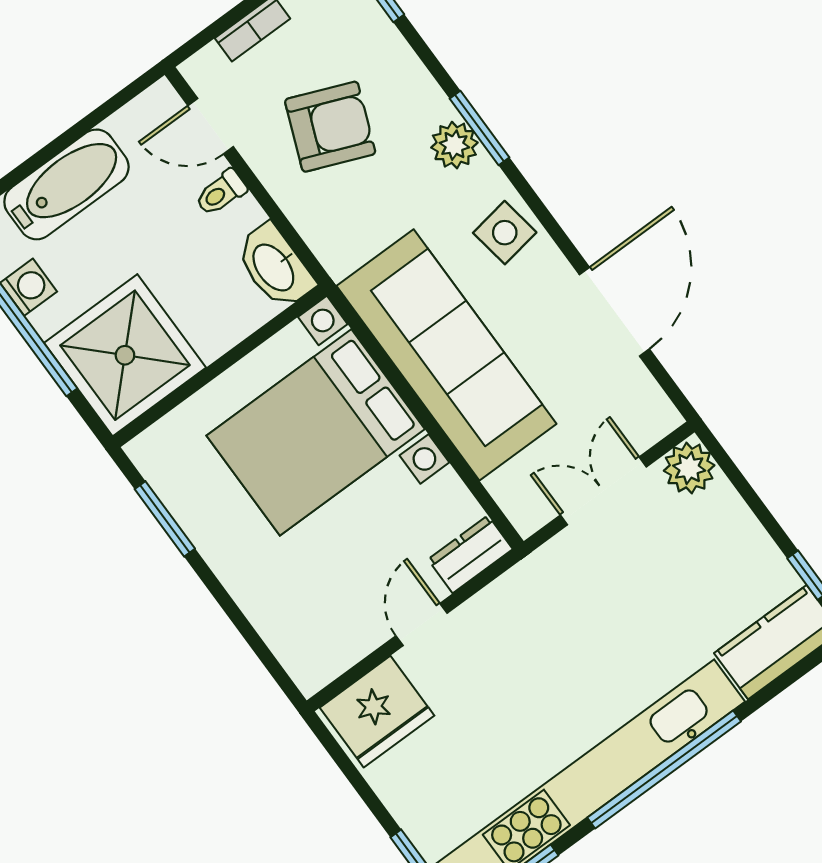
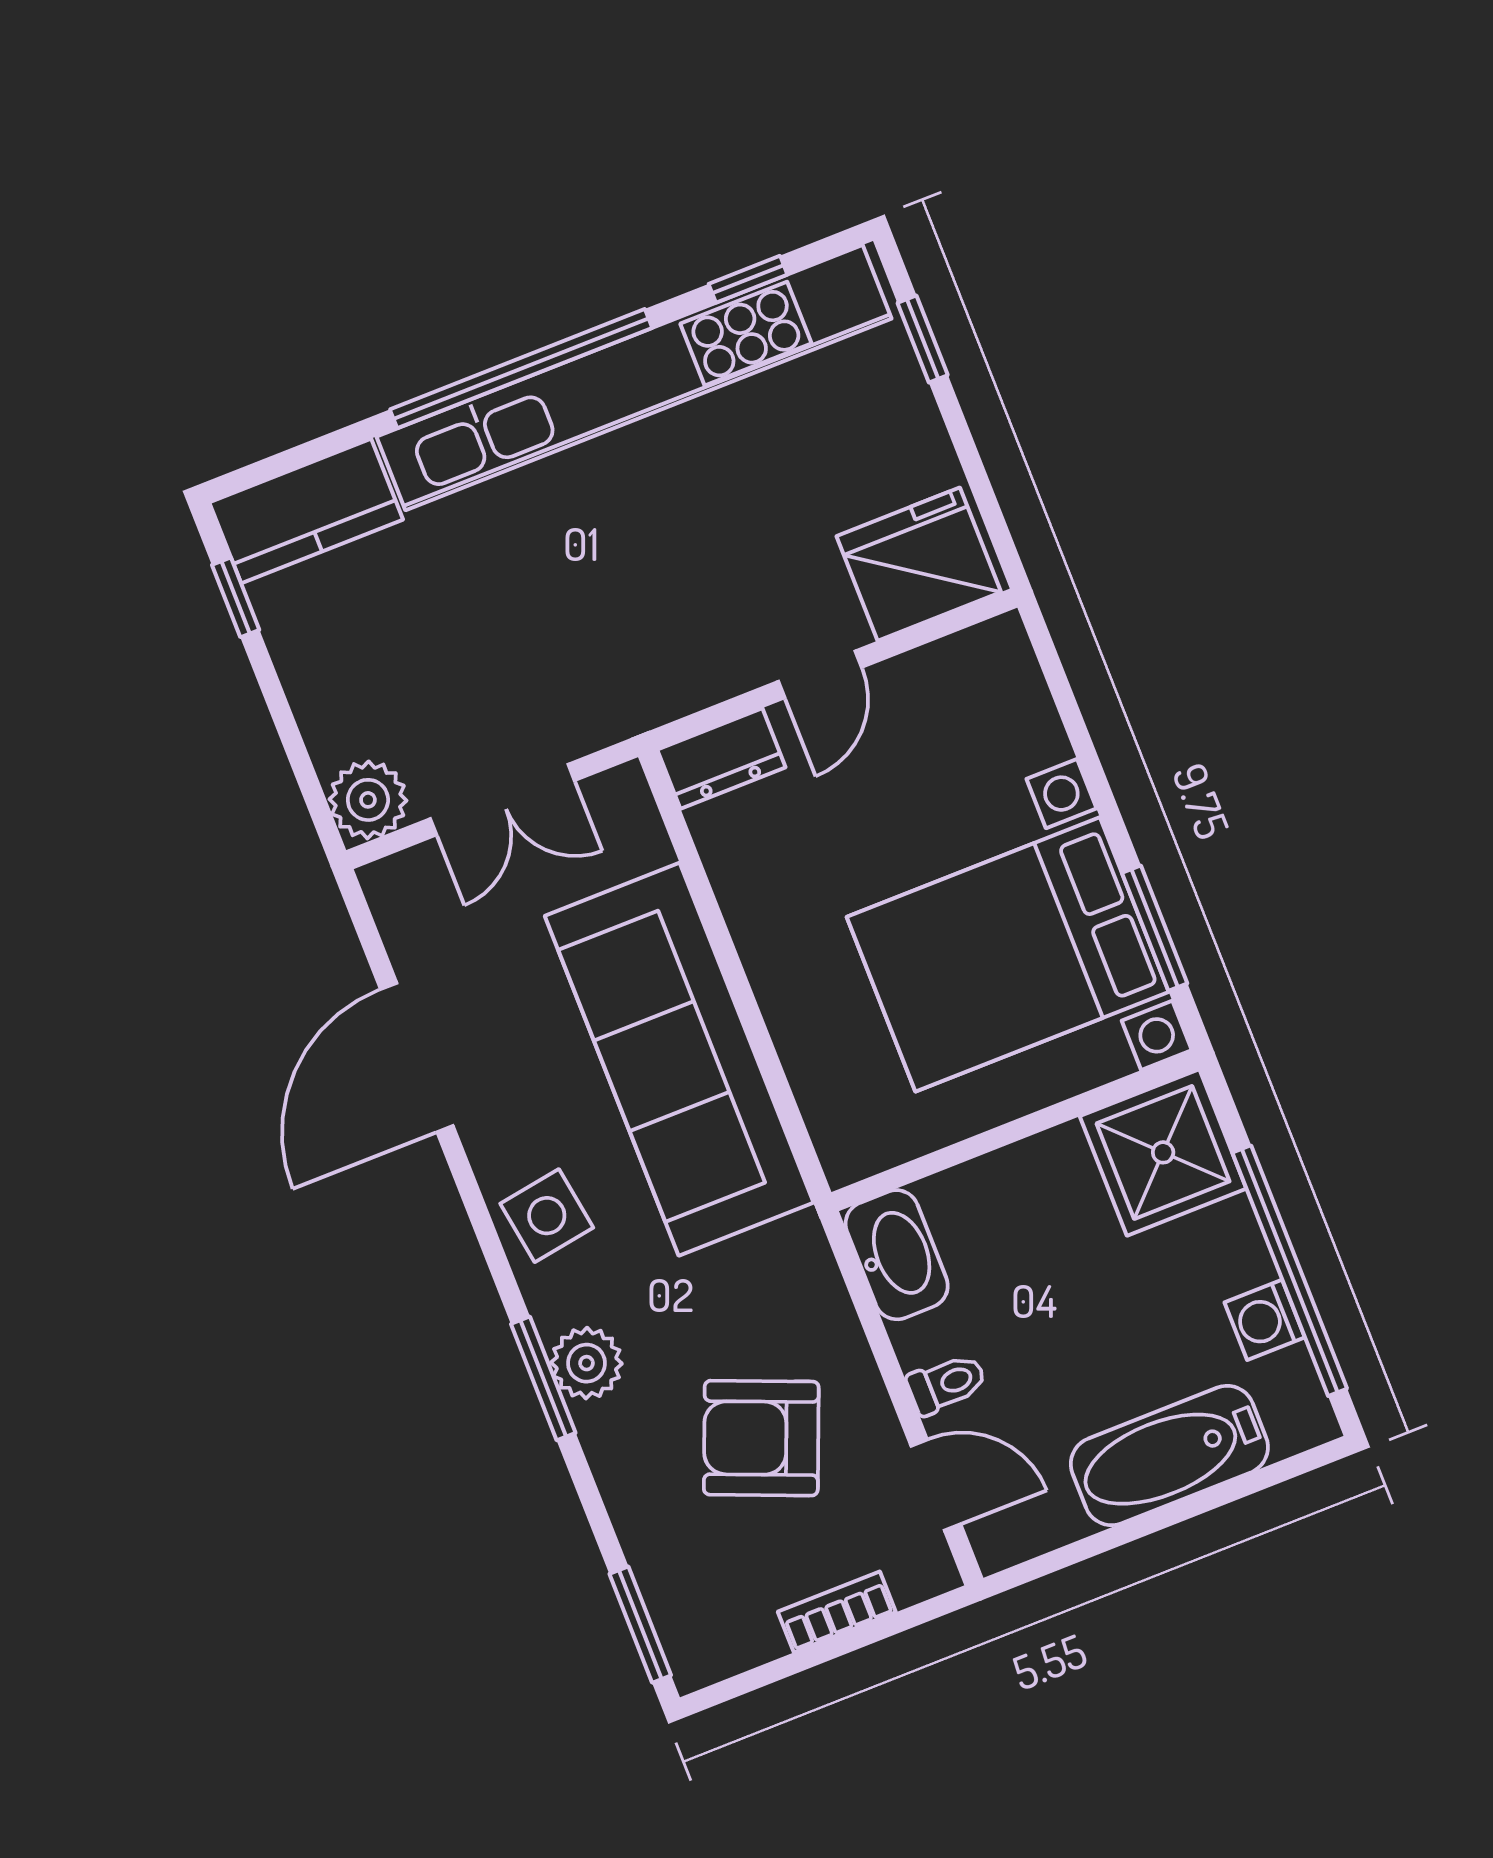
shower: (125, 355) -> (1163, 1152), width x0.73, depth x0.73
bed with nightstands: (316, 432) -> (1008, 954), moved, turned 180

